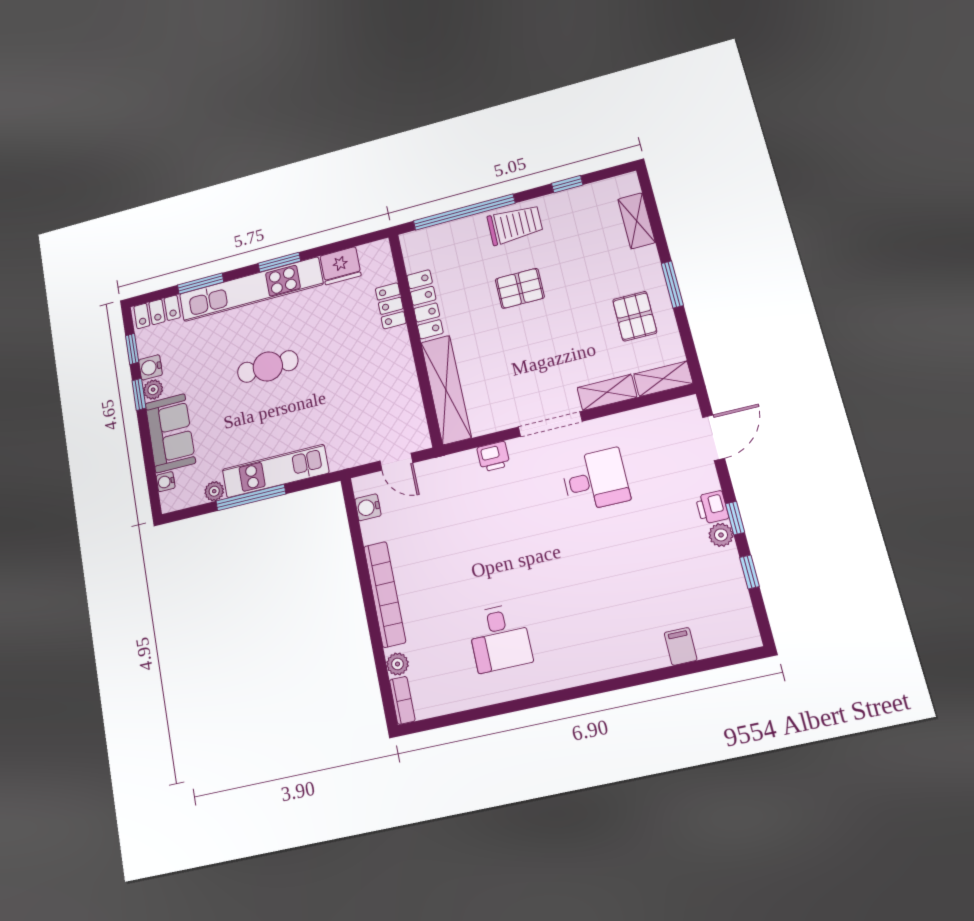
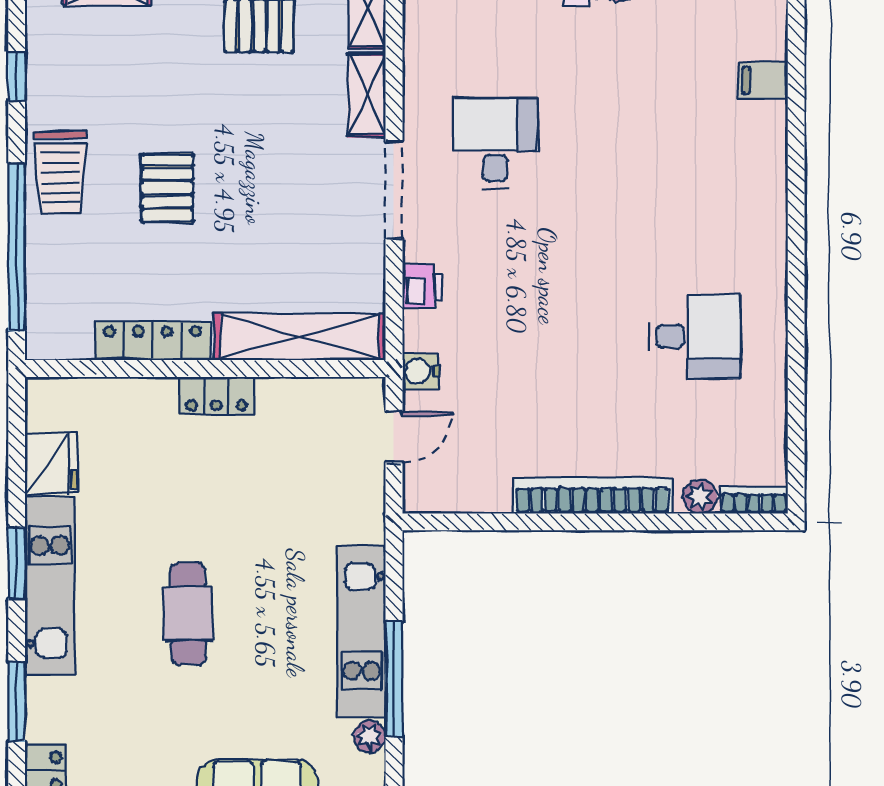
trolley: (515, 225) -> (61, 172), turned 180
kitchen unit: (251, 289) -> (50, 586), width x0.73
locker: (391, 306) -> (216, 396), moved
water cooler: (368, 507) -> (420, 371), moved, turned 90

